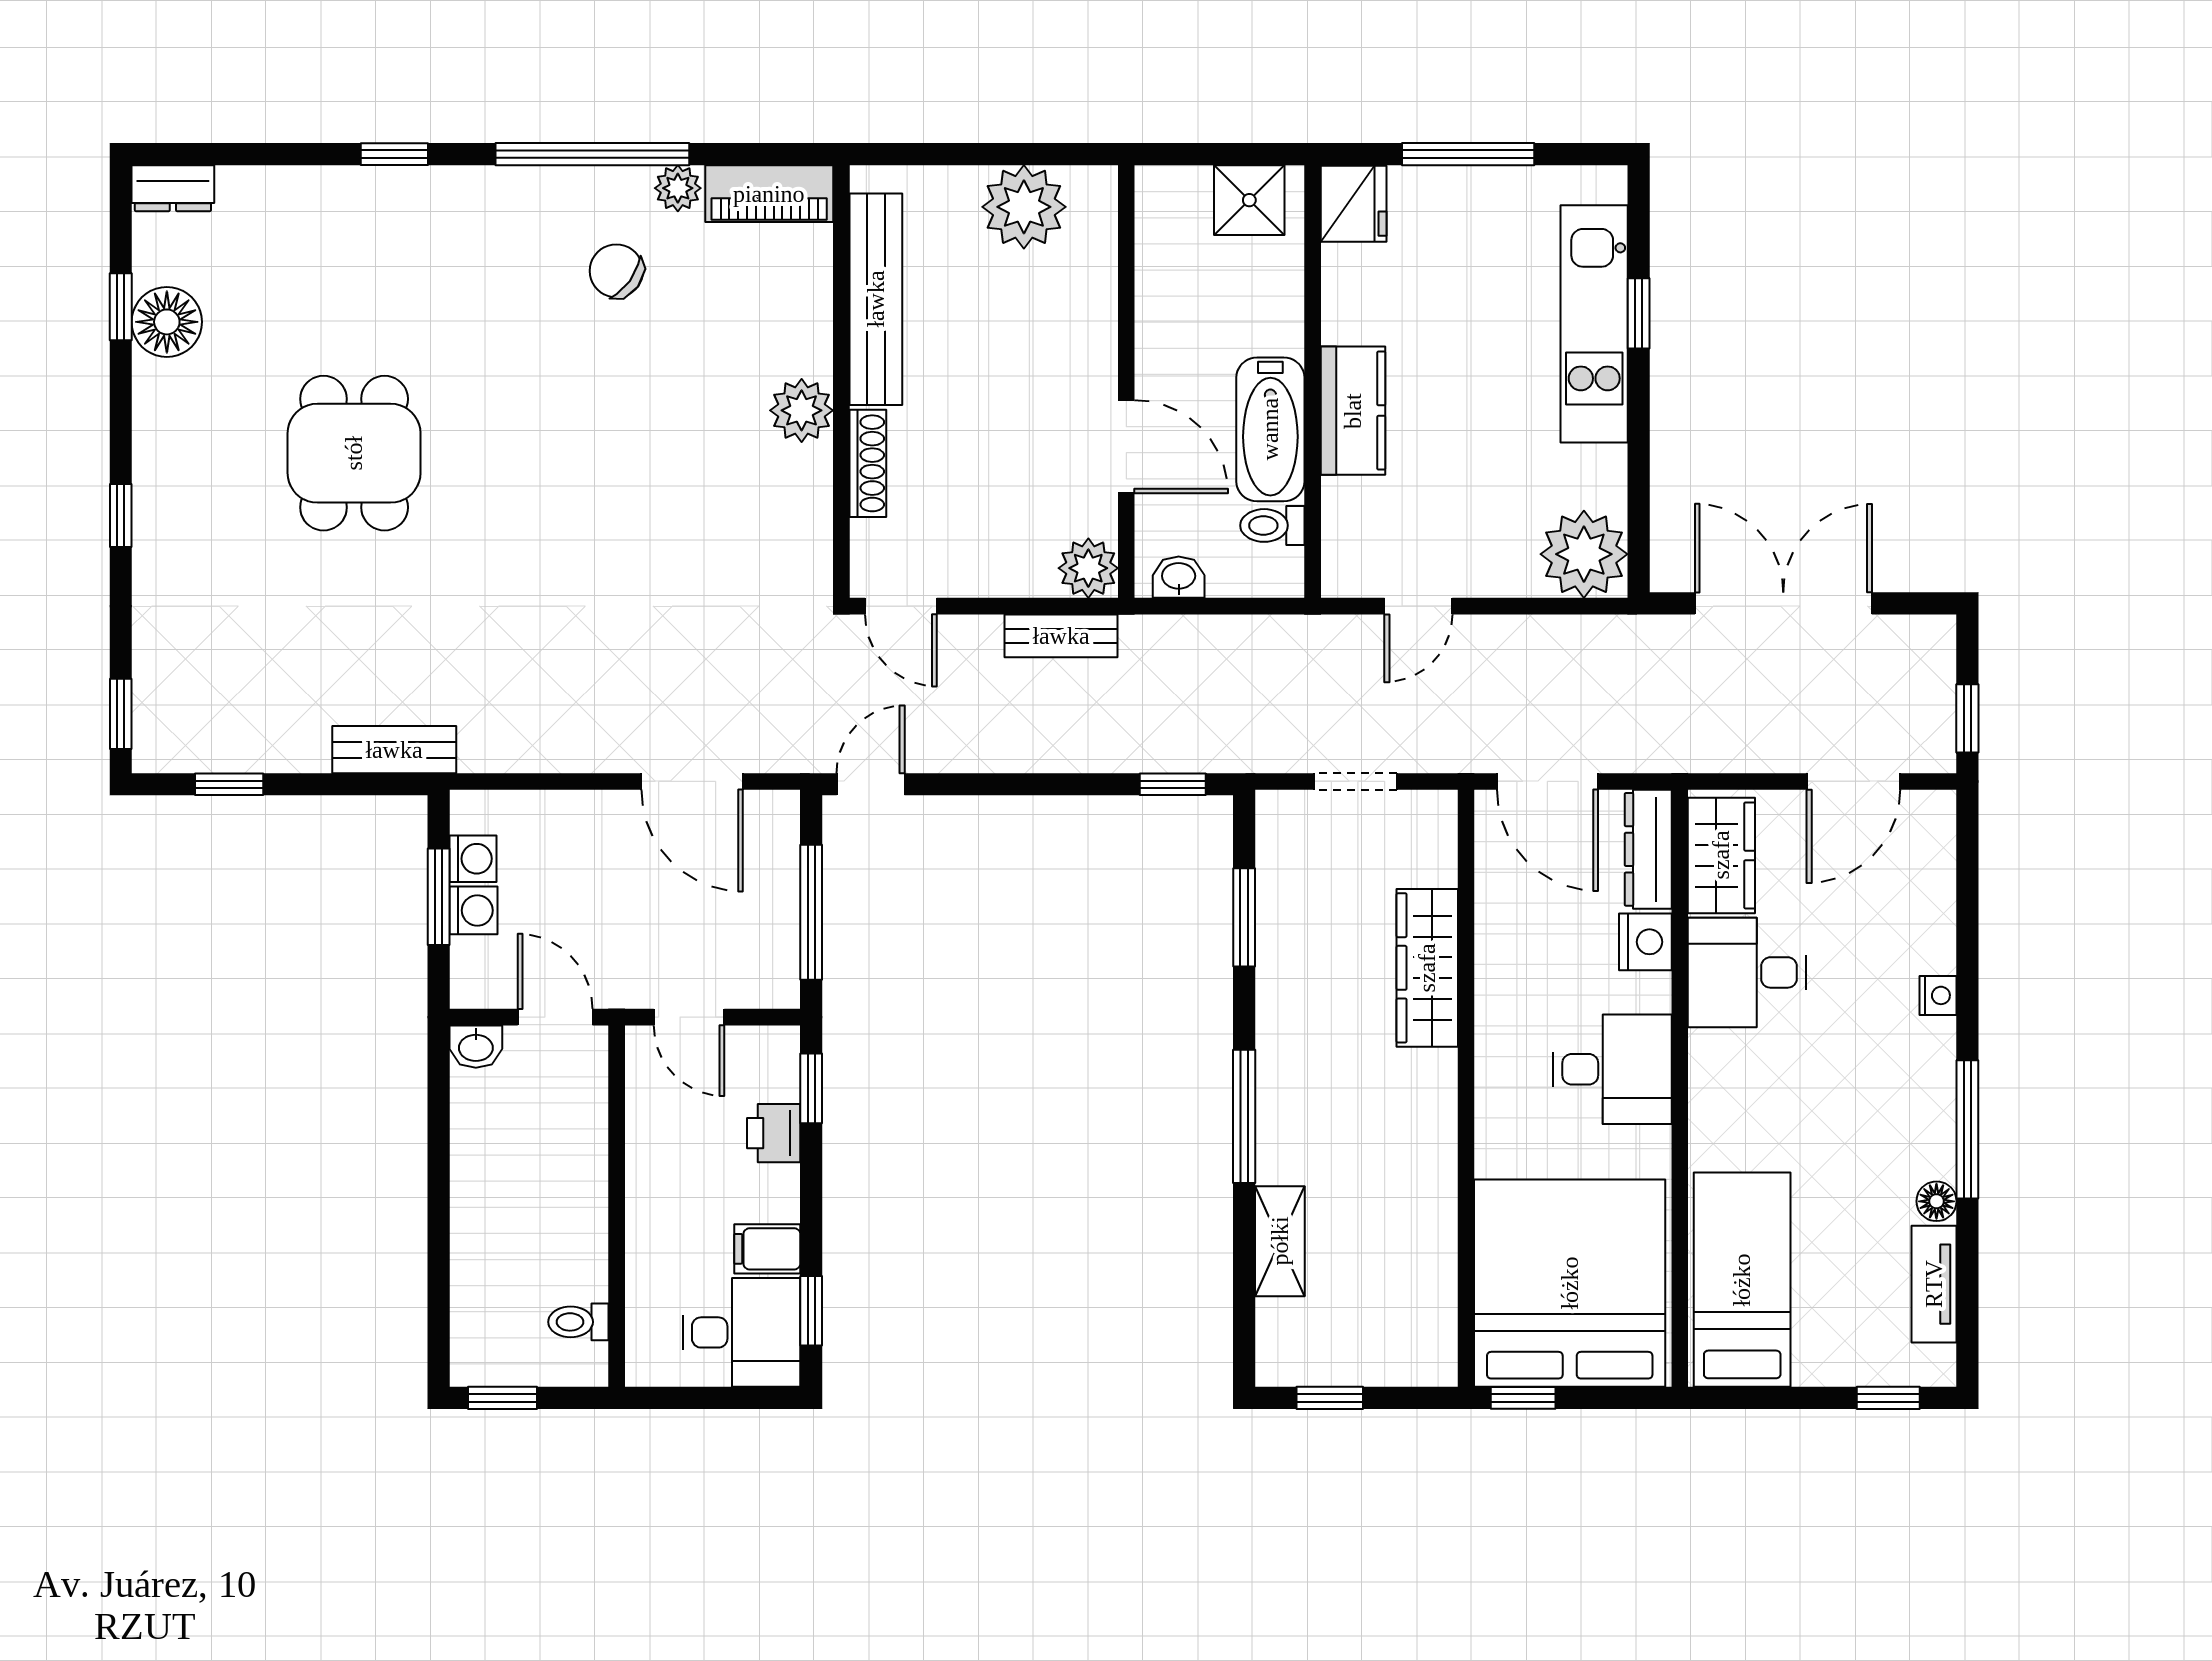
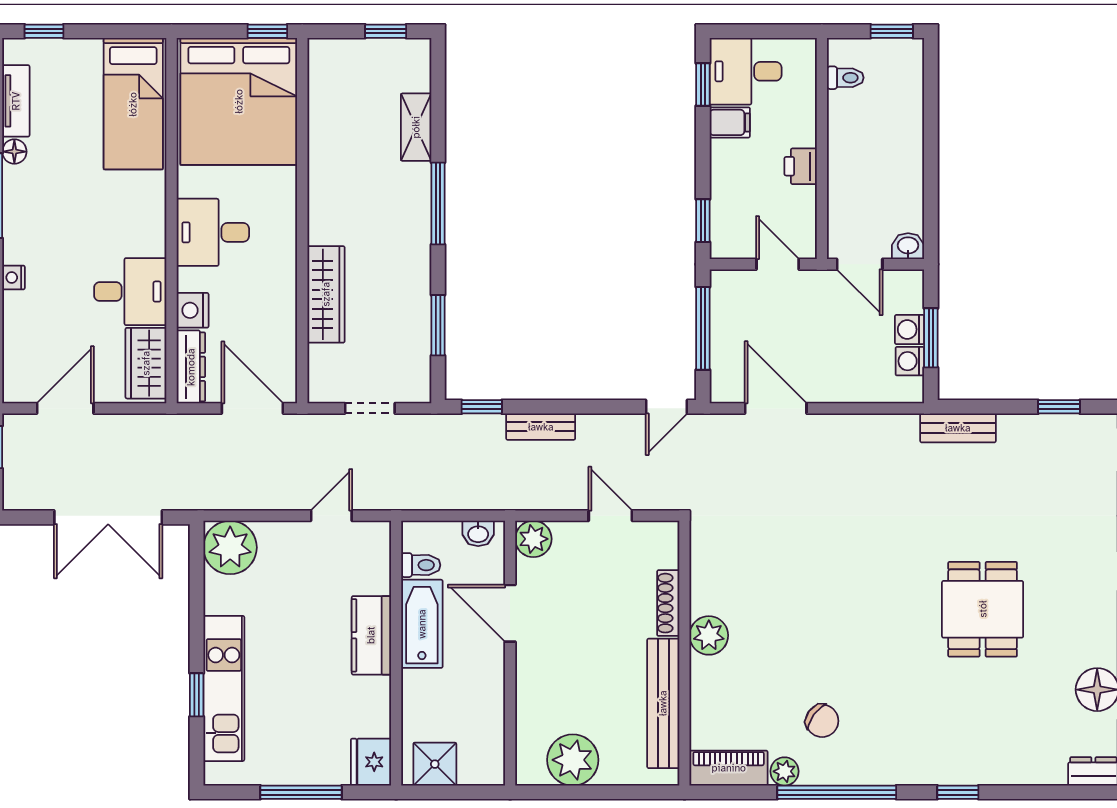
door: (901, 606) -> (610, 516), moved
bench: (1061, 636) -> (541, 427), moved
printer: (774, 1133) -> (801, 166), moved, turned 180

